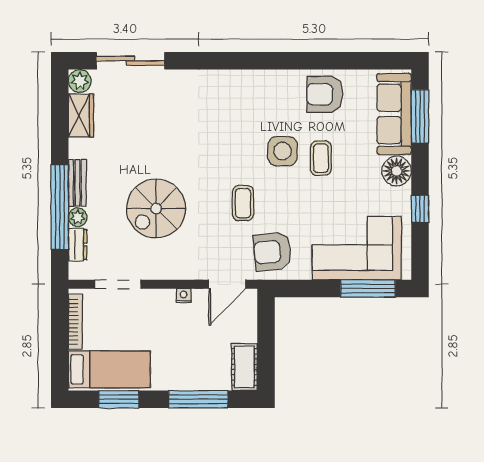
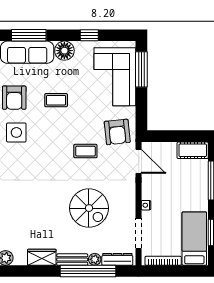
wardrobe: (81, 116) -> (42, 257), moved
side table: (283, 151) -> (16, 132), moved
dresser: (78, 245) -> (117, 259), width x1.44
nightstand: (184, 296) -> (146, 205), moved

